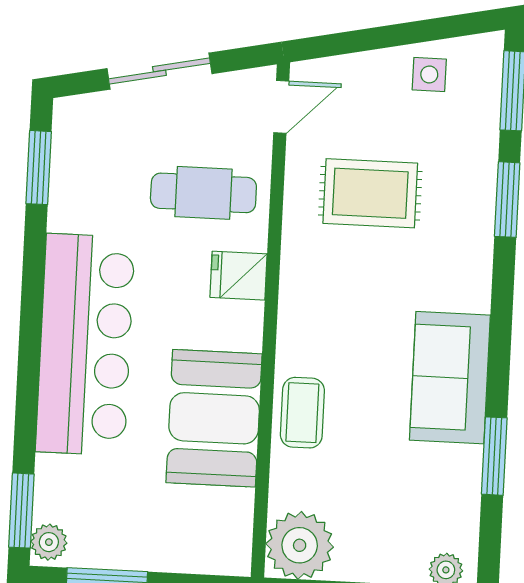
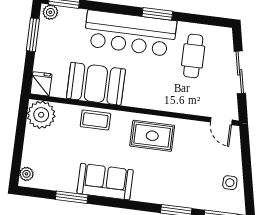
window: (39, 168) -> (157, 14), moved
cafe table: (203, 193) -> (193, 56), moved
rug: (370, 193) -> (152, 136), moved, turned 90
fridge: (239, 276) -> (41, 84), moved

